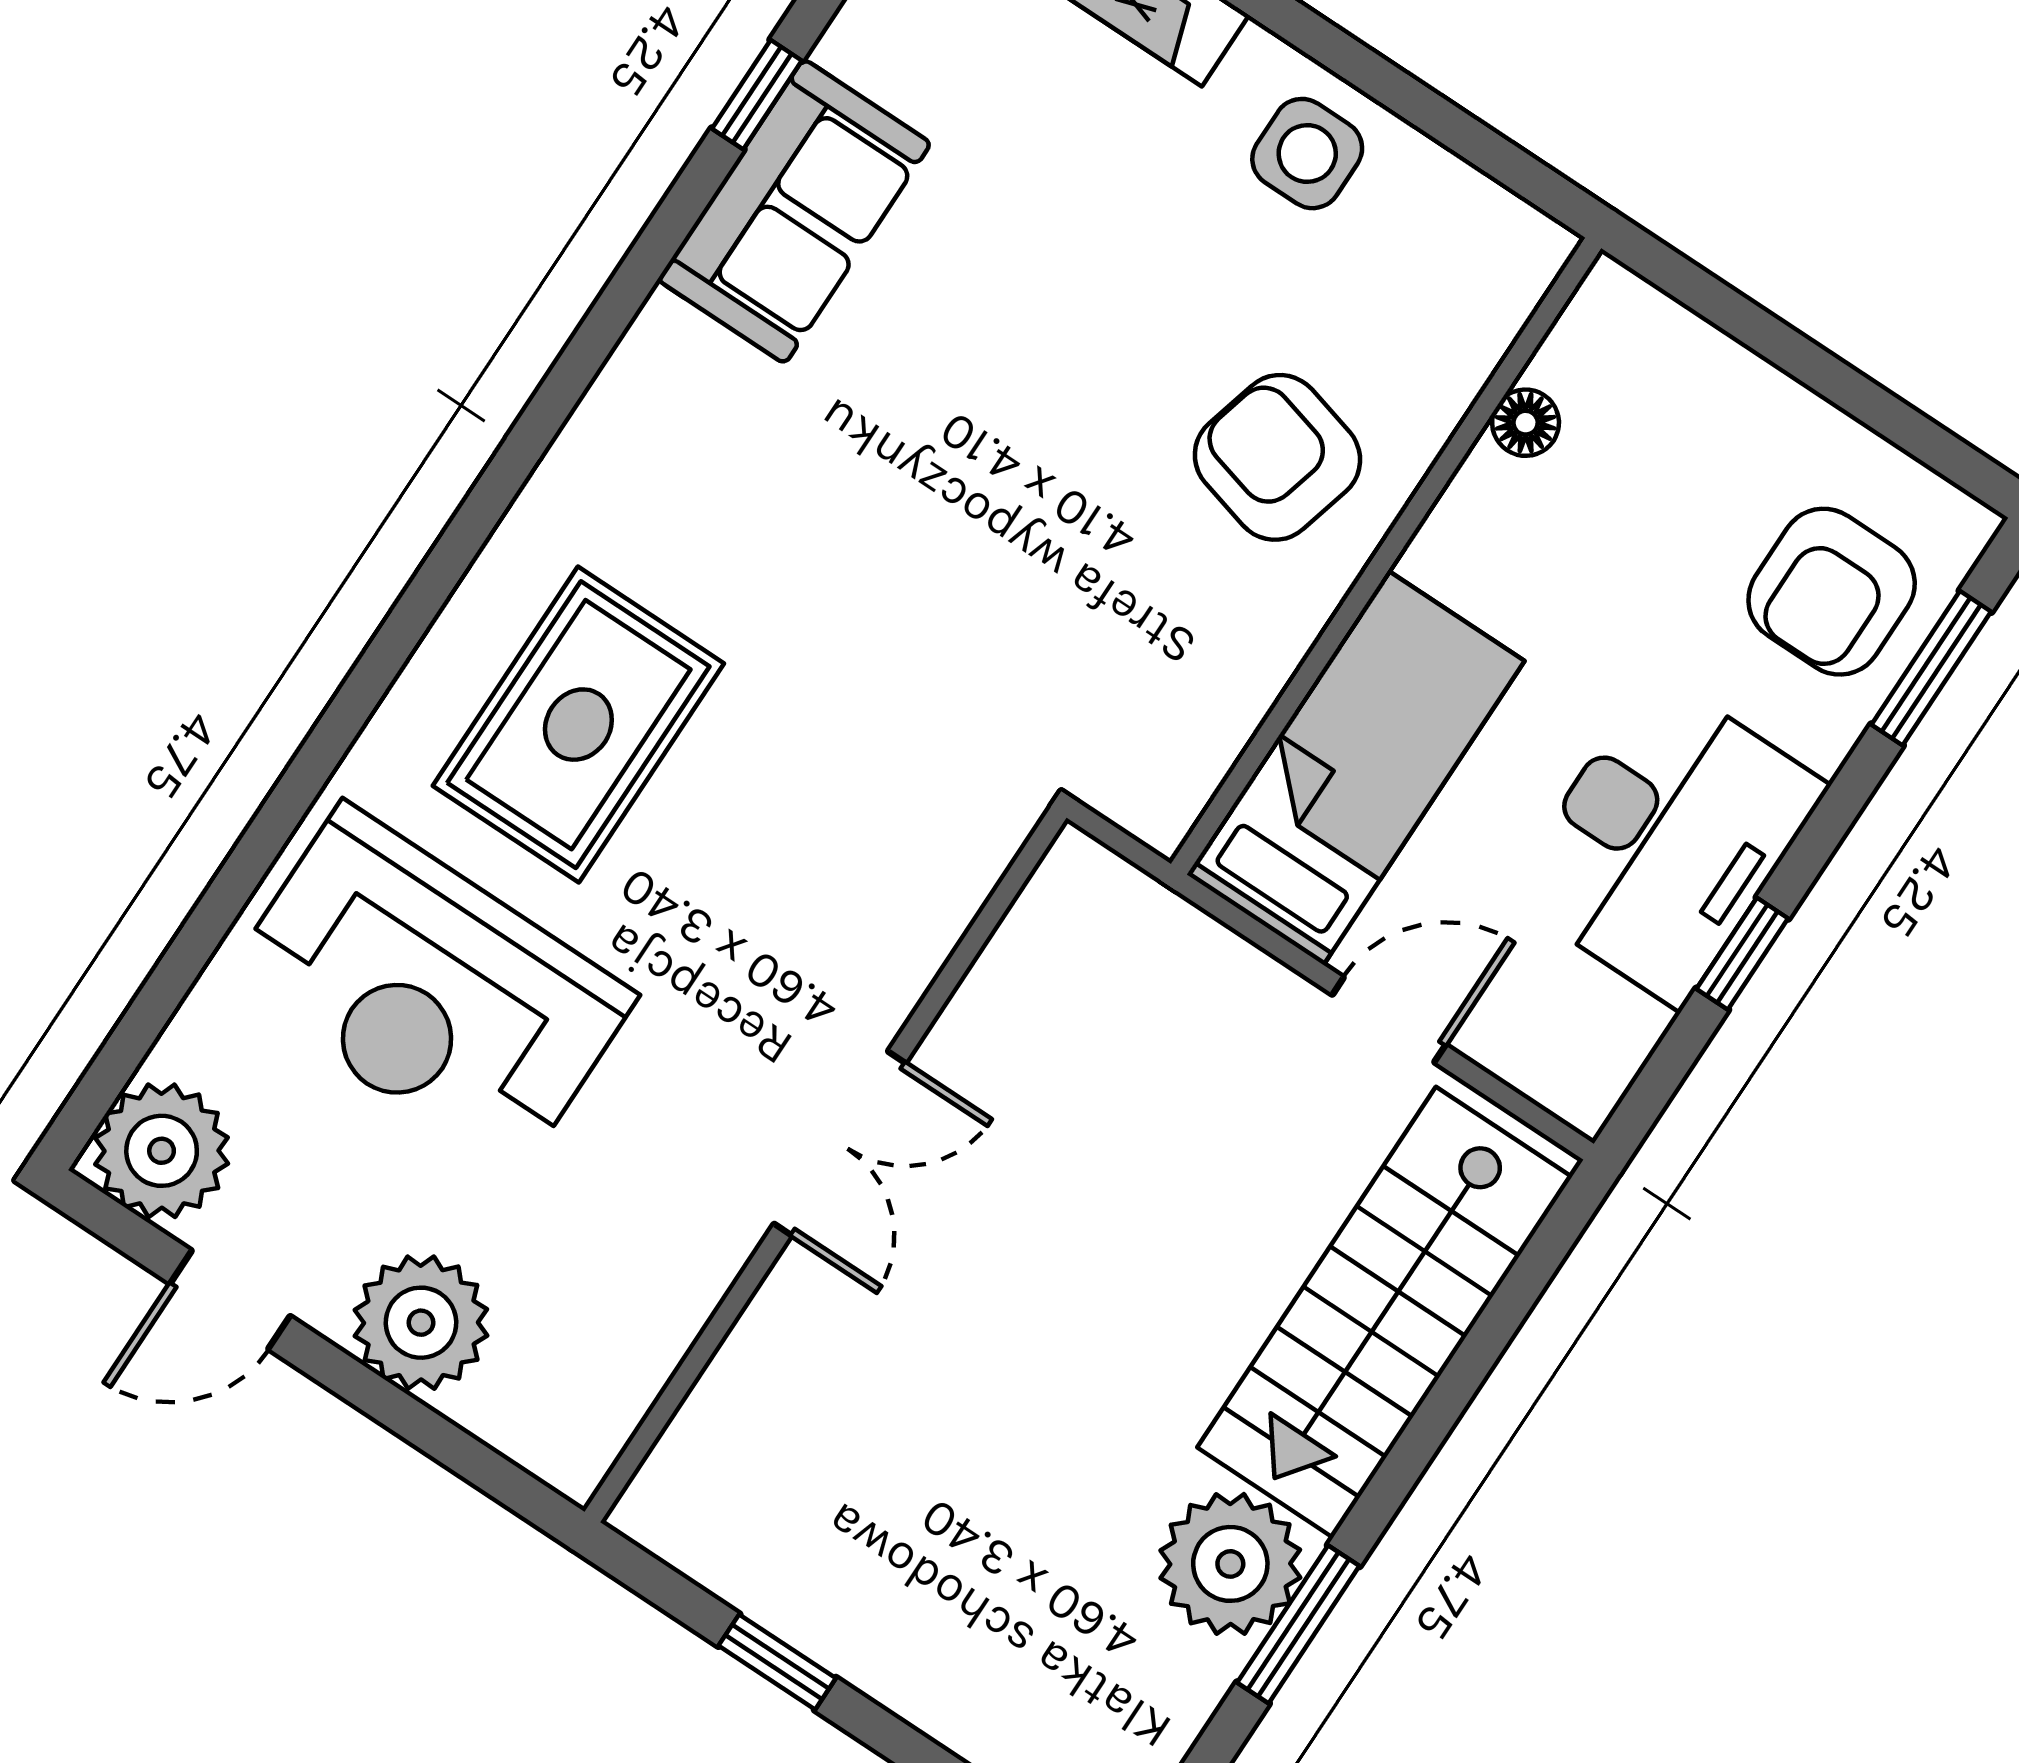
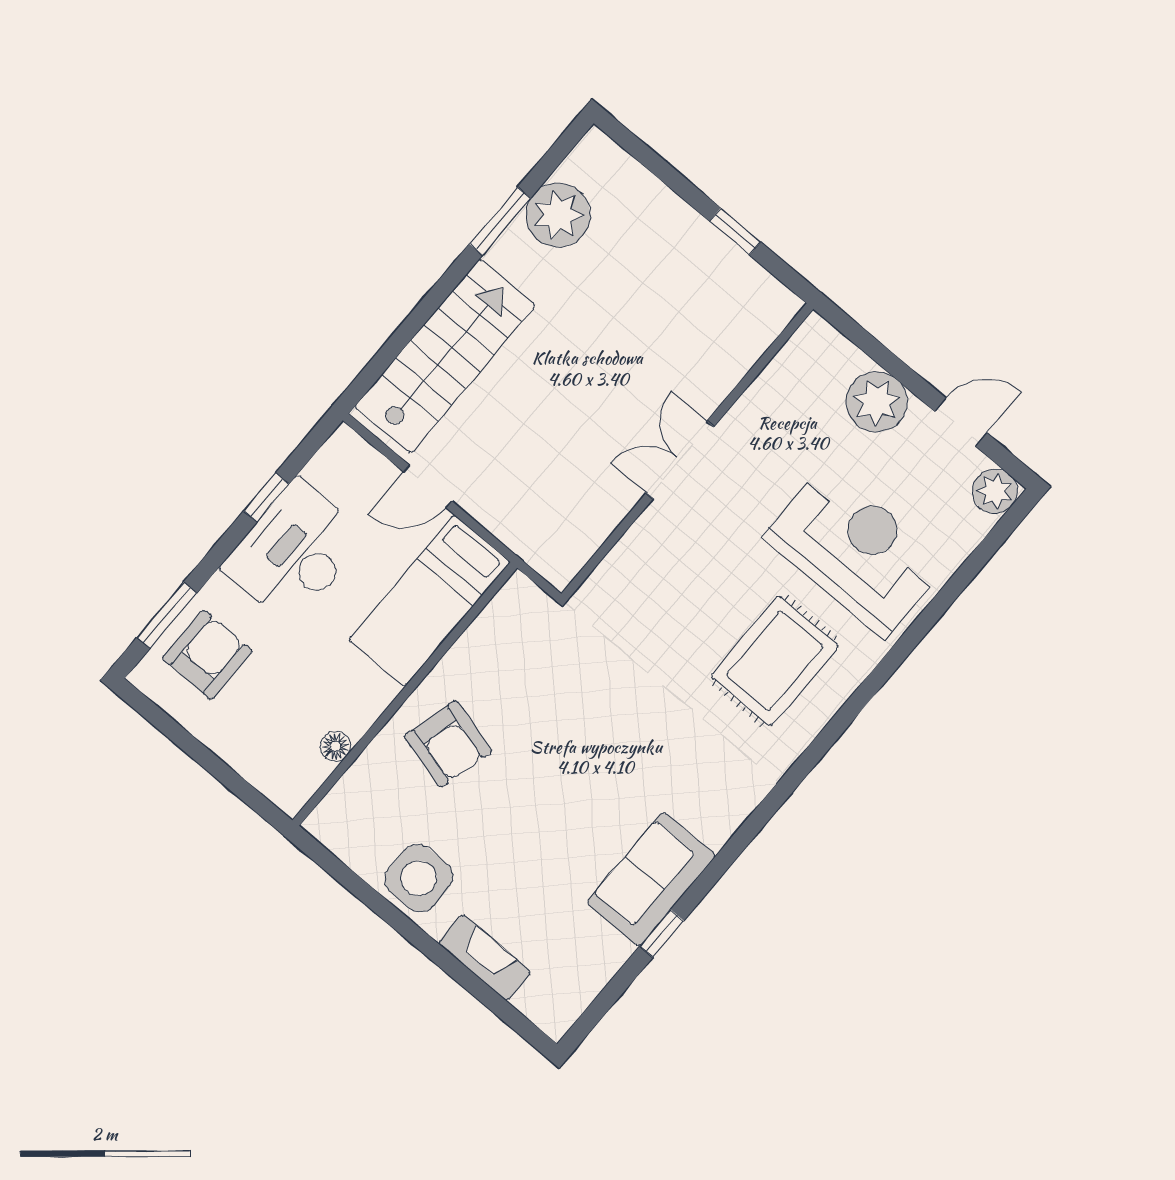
side table: (1307, 154) -> (419, 878), width x1.37, depth x1.37
plant: (162, 1151) -> (995, 491), width x0.73, depth x0.73
plant: (1230, 1564) -> (558, 215), moved

